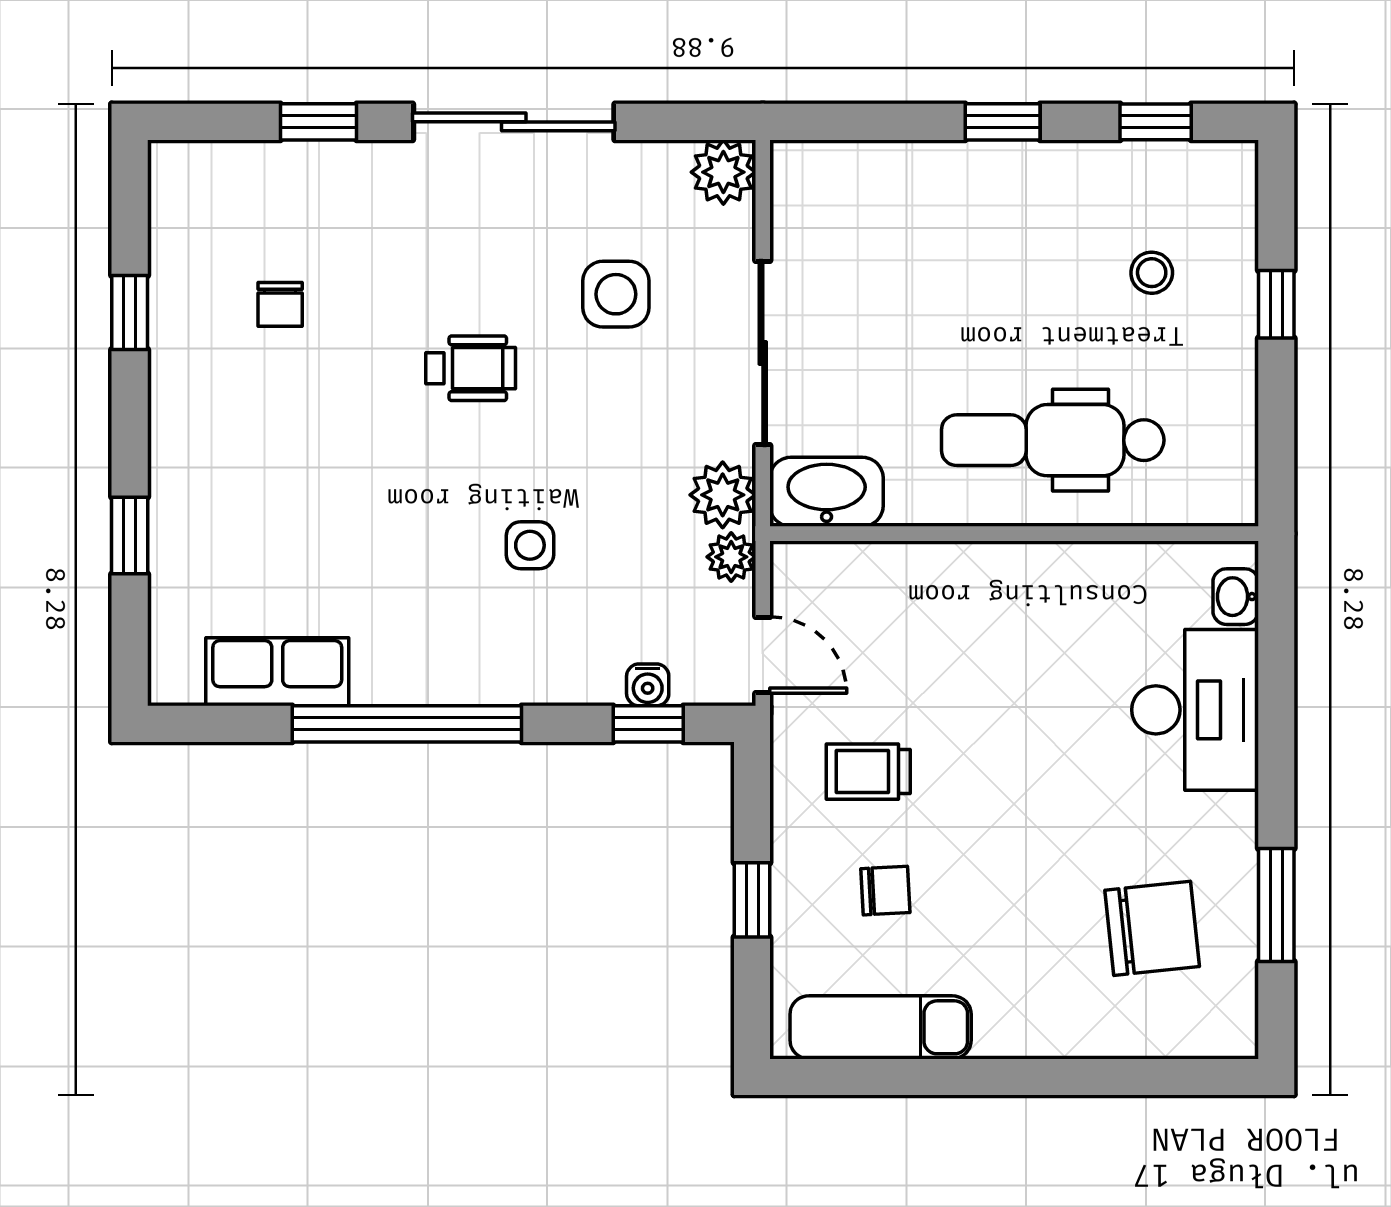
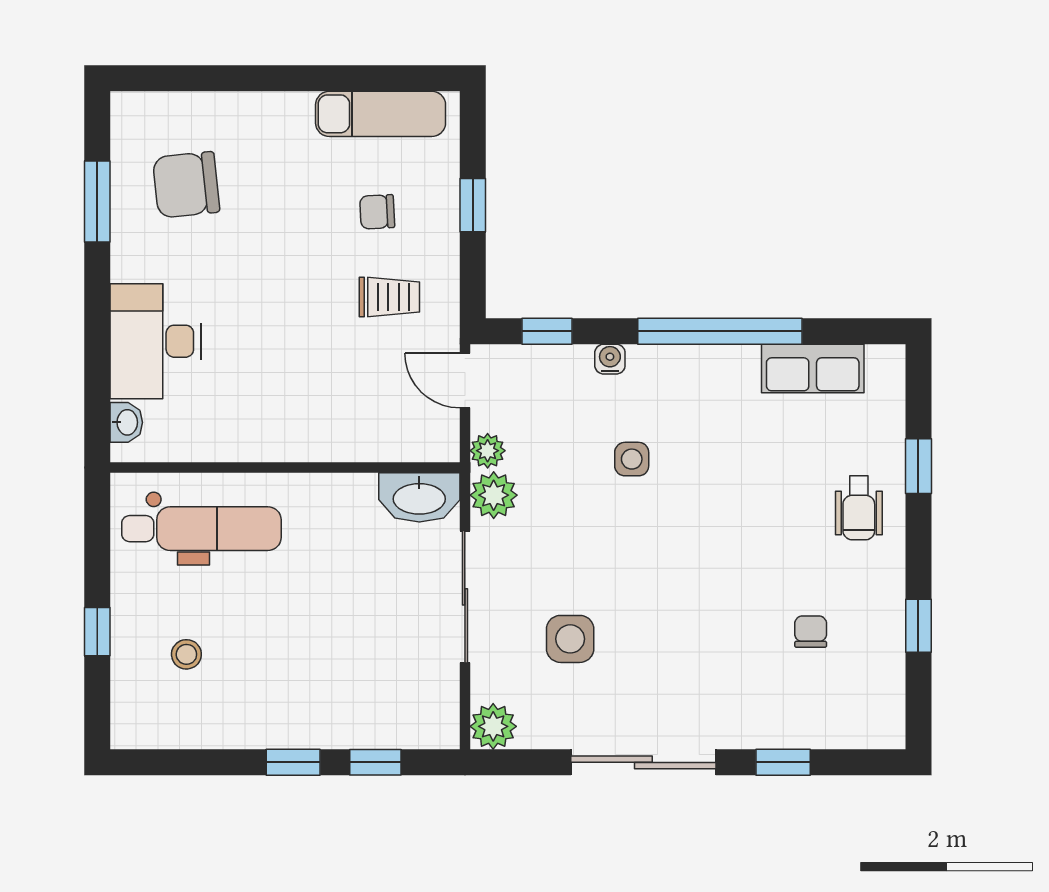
window: (1156, 122) -> (375, 762), moved
wheelchair: (471, 368) -> (859, 508), moved, turned -90
dental chair: (1053, 440) -> (201, 529), moved
water cooler: (648, 685) -> (610, 359), moved

